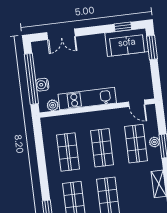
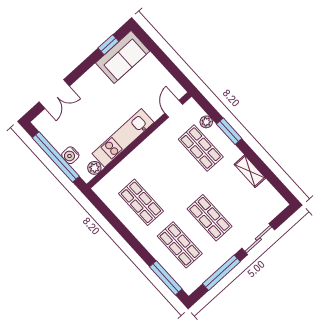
window: (152, 48) -> (151, 45), removed
door: (137, 103) -> (174, 109), swing flipped
plant: (154, 142) -> (206, 122), moved
shop shelf: (102, 148) -> (171, 175), removed

